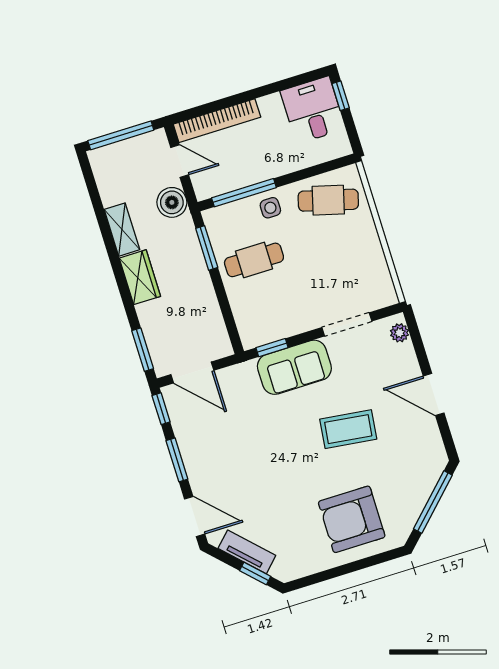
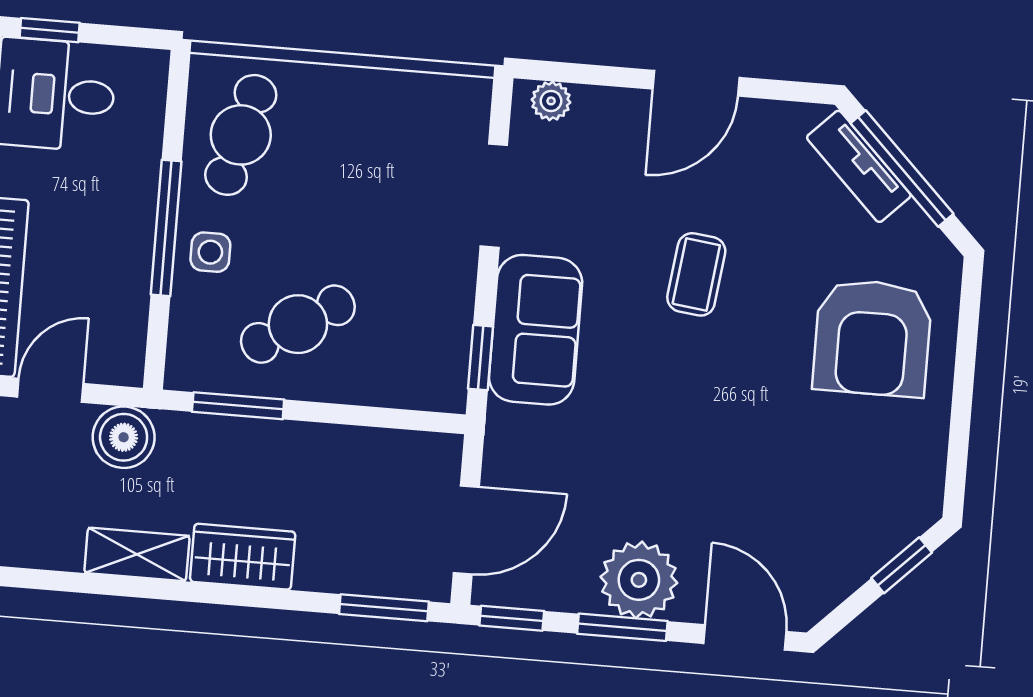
window: (244, 193) -> (166, 228), moved
cafe table: (254, 260) -> (298, 324), turned 59
coffee table: (348, 429) -> (696, 274), width x0.73, depth x0.77
plant: (201, 459) -> (639, 580), added
door: (195, 517) -> (745, 637), hinge flipped
tv unit: (247, 552) -> (859, 166), moved, turned -90

